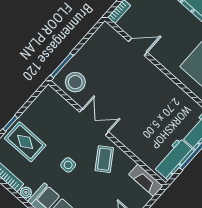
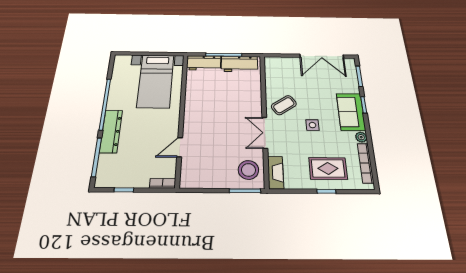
door: (138, 47) -> (180, 147), hinge flipped
rug: (25, 142) -> (328, 168), turned 90
fireplace: (146, 180) -> (276, 172), moved

